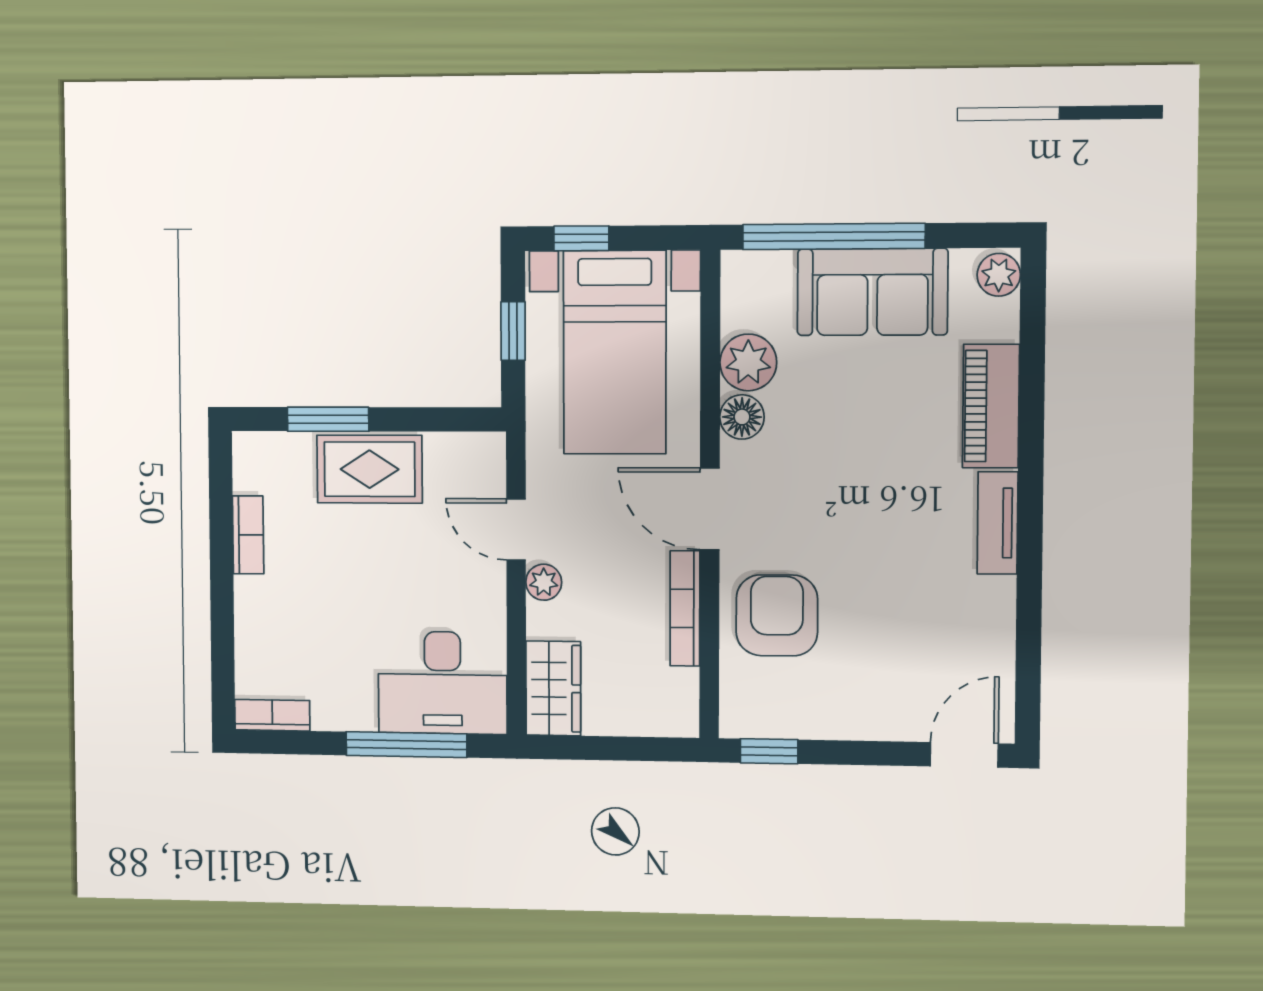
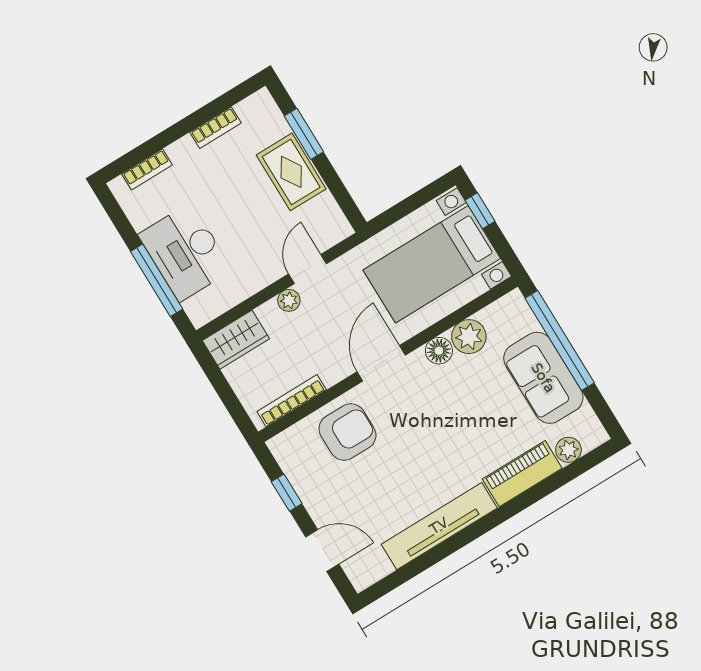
plant: (999, 275) -> (568, 450), moved
window: (513, 331) -> (410, 204), removed
tv unit: (998, 523) -> (439, 526), width x1.92, depth x1.29
bookcase: (685, 608) -> (292, 401), moved
desk: (443, 683) -> (185, 252), moved
bookcase: (272, 715) -> (147, 169), moved, turned 90
window: (769, 751) -> (287, 493), moved
door: (964, 755) -> (322, 551), moved

